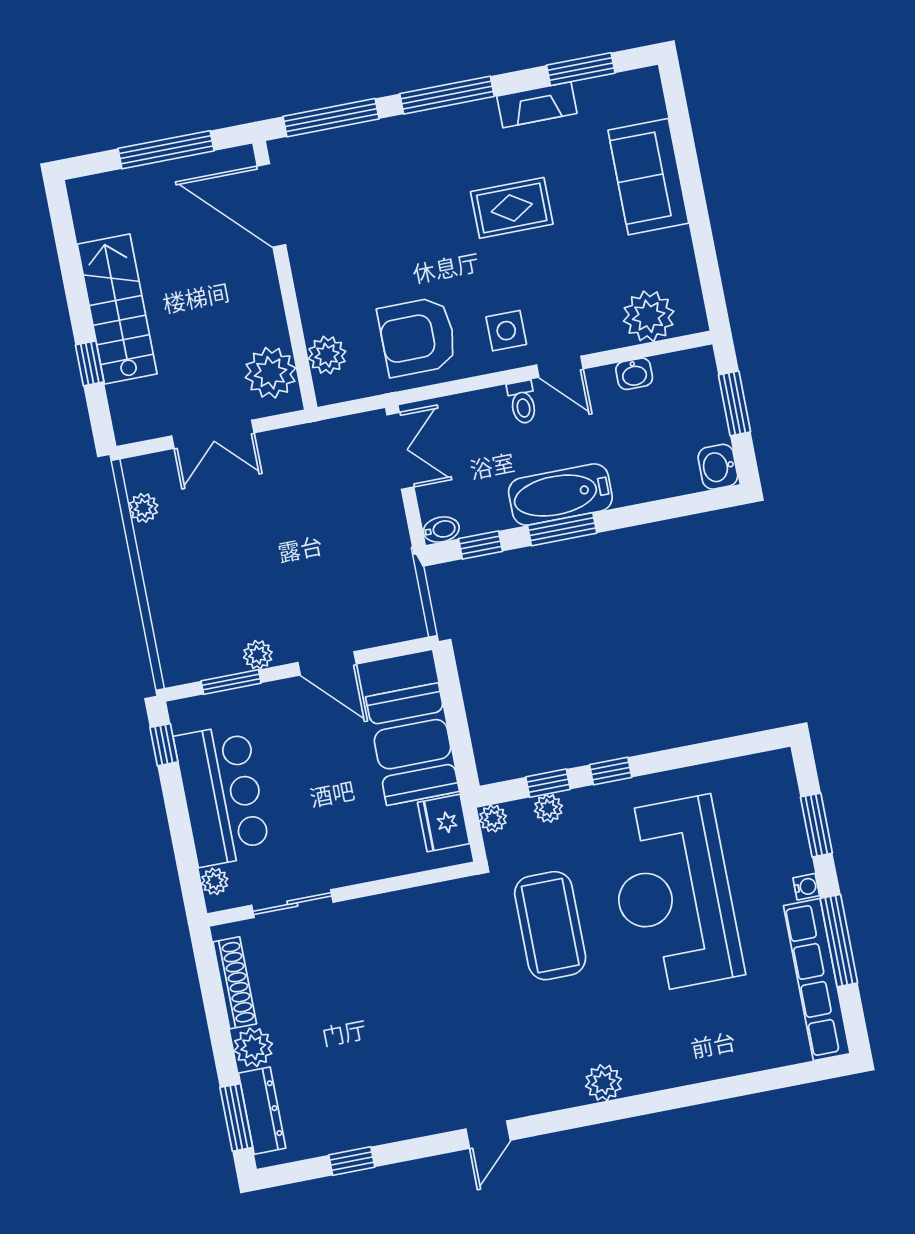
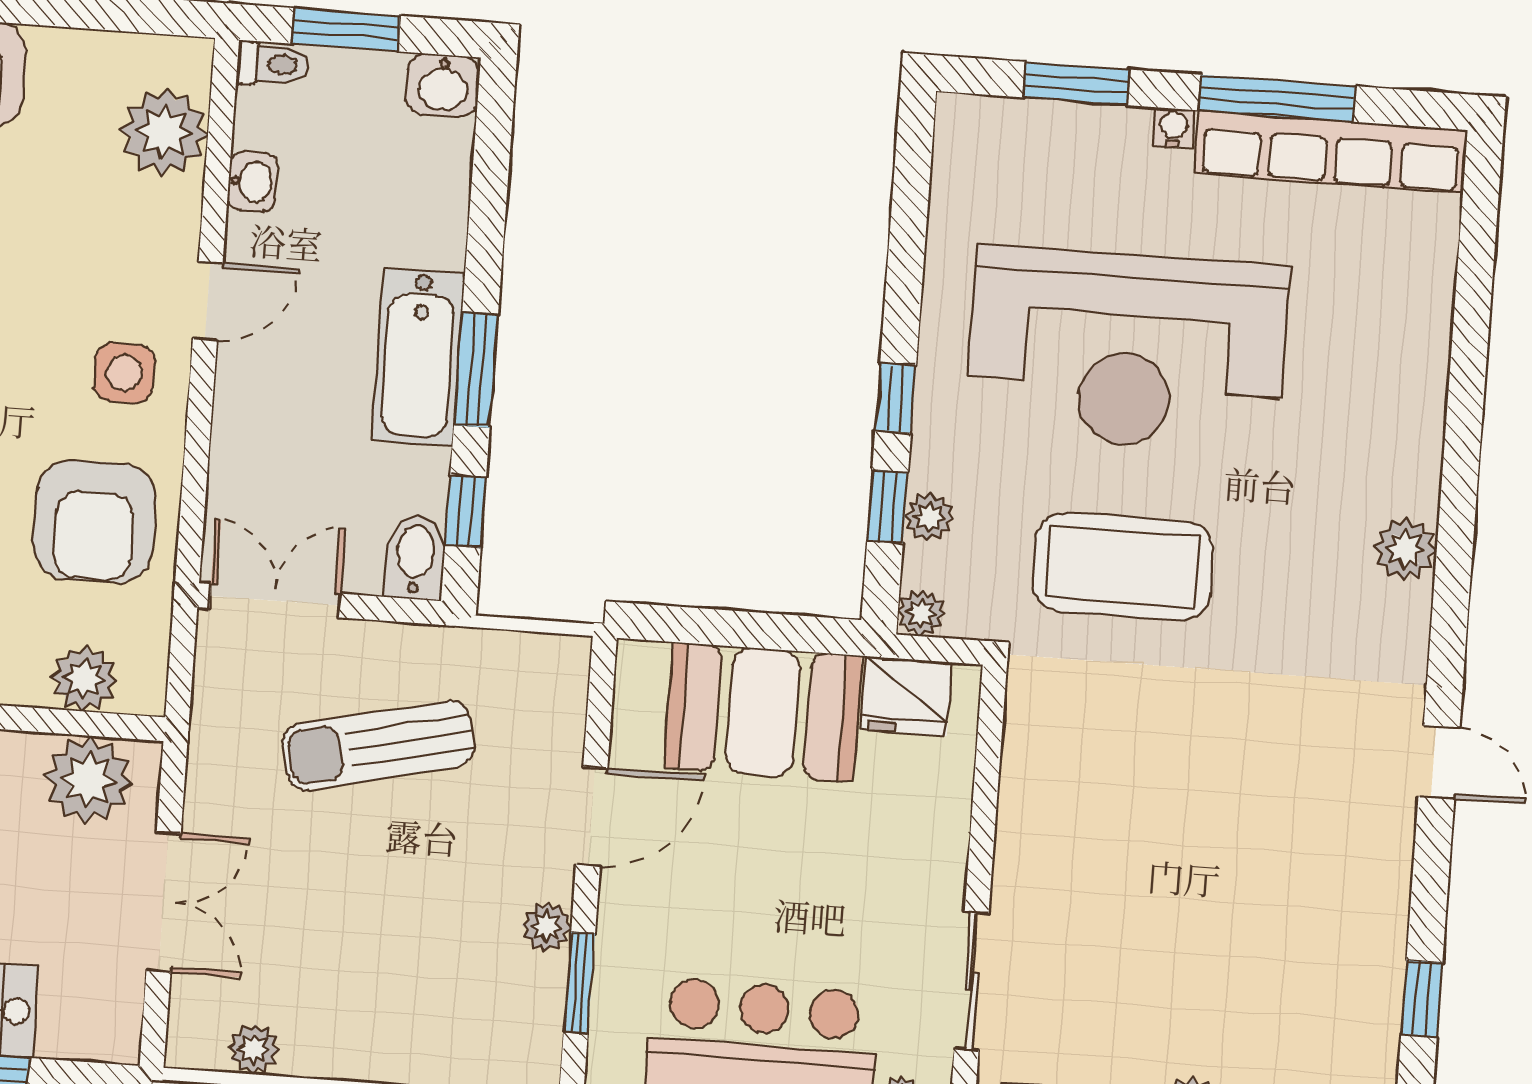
toilet: (522, 402) -> (272, 64), moved
bidet: (441, 530) -> (415, 557), width x1.38, depth x1.36
sun lounger: (334, 532) -> (378, 745), added

